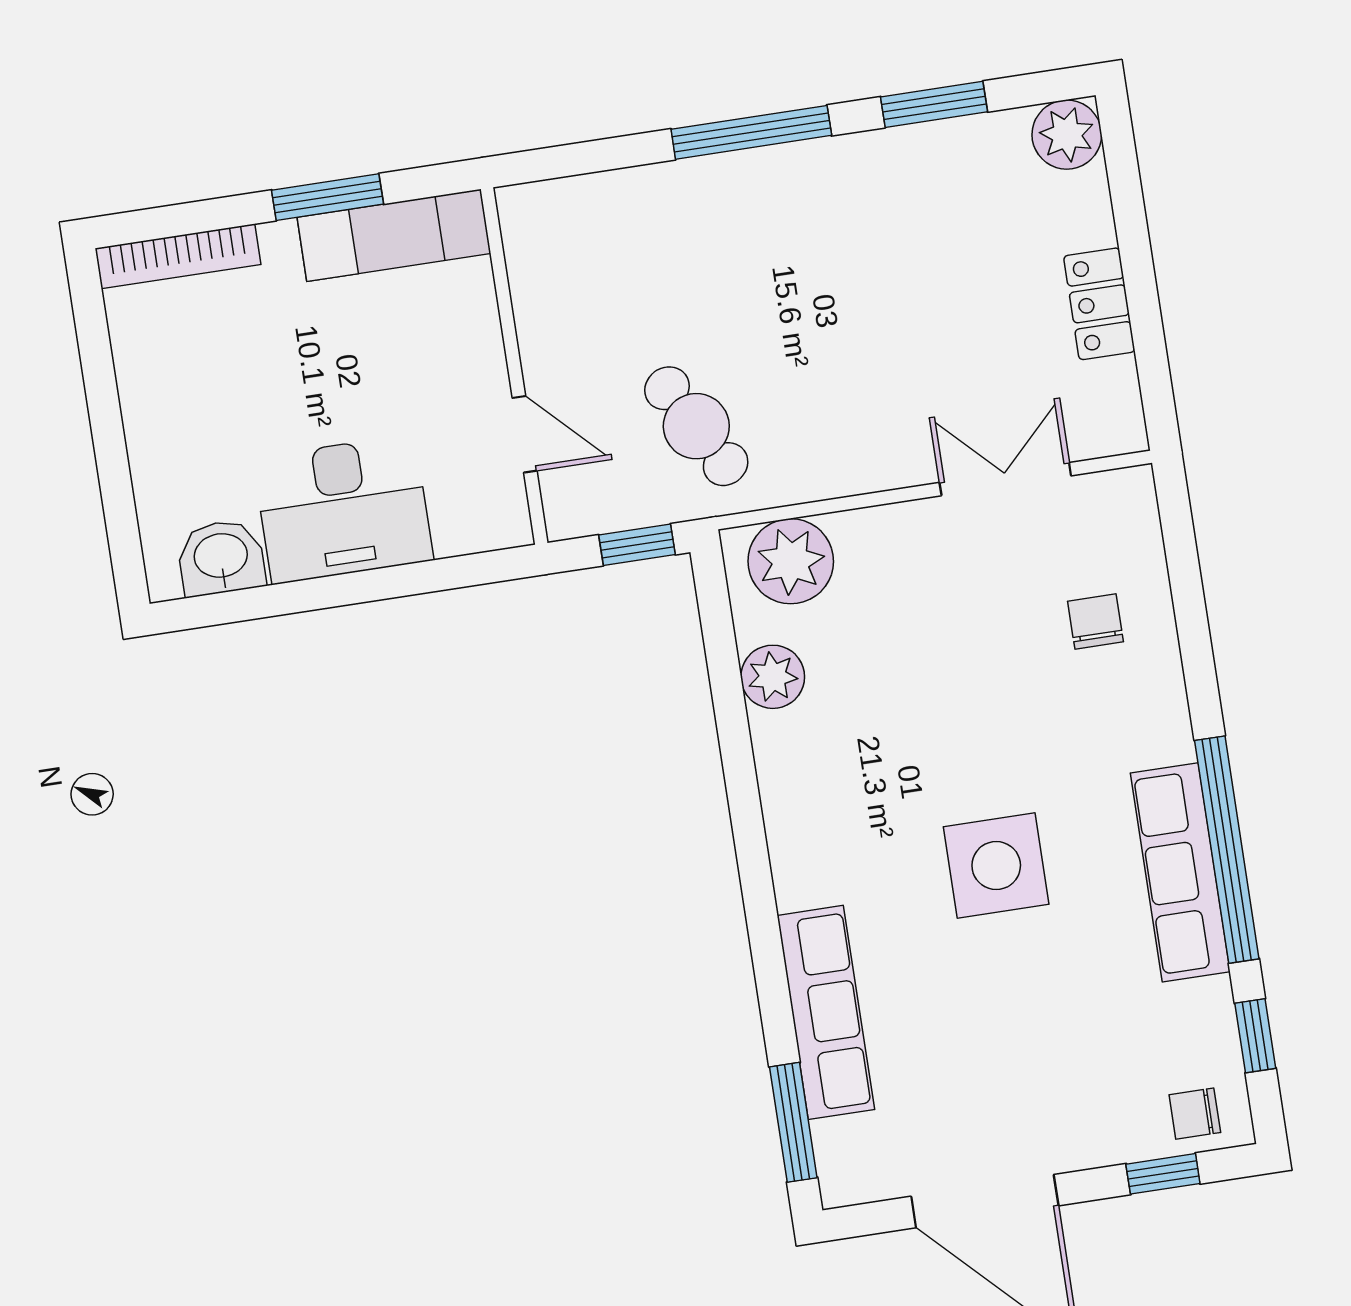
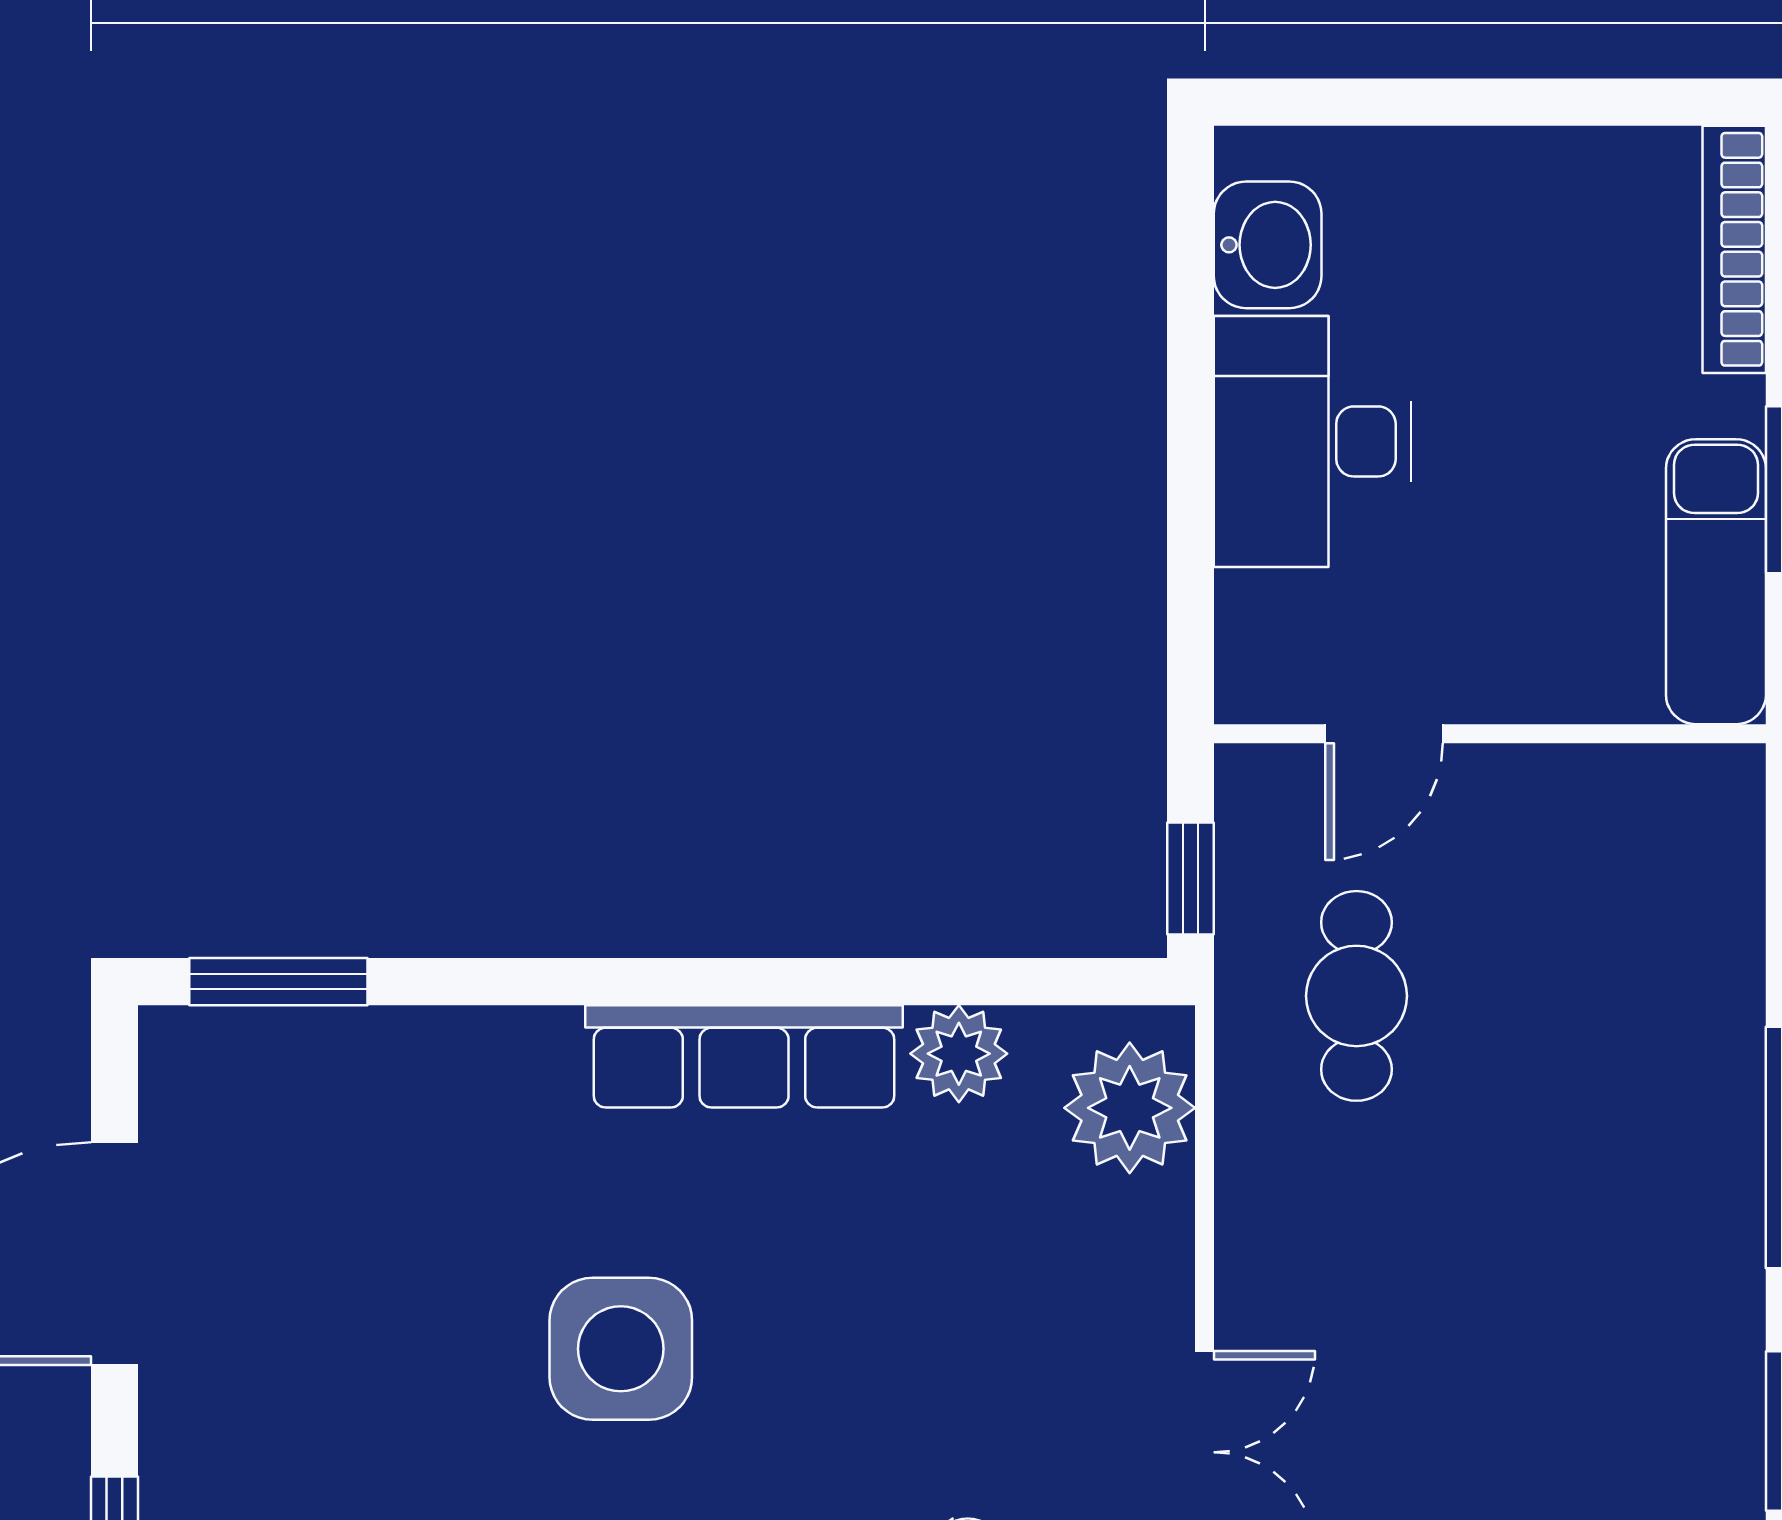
cafe table: (696, 426) -> (1356, 996), turned -61
row of seats: (826, 1012) -> (744, 1056), moved

